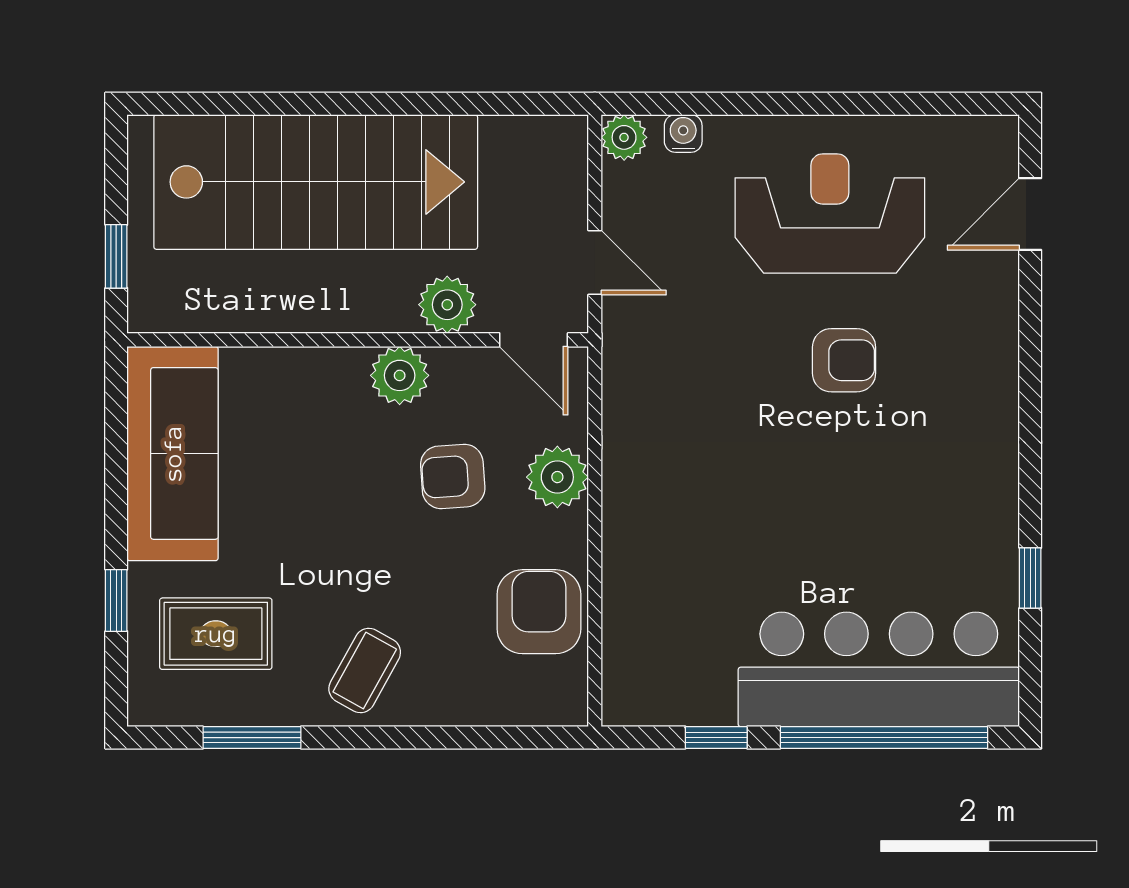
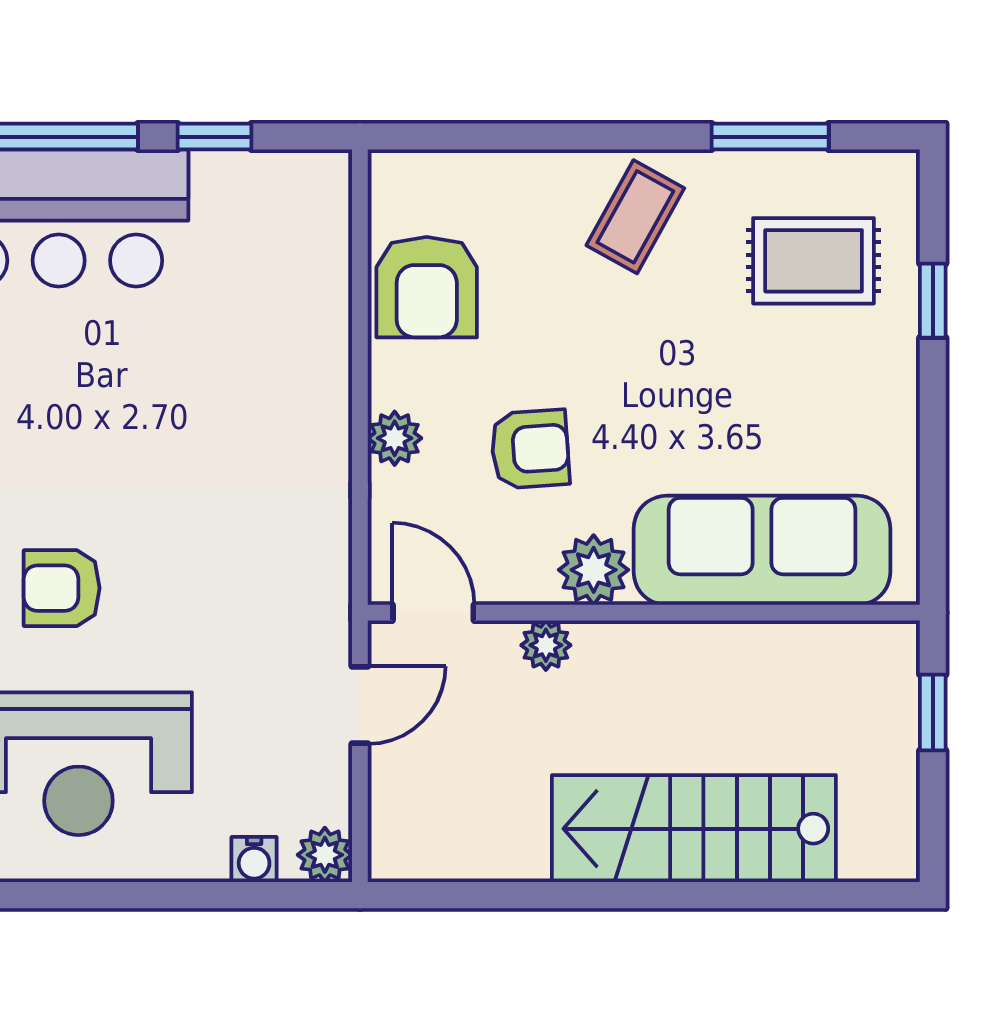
stairs: (316, 182) -> (694, 829), width x0.73, depth x0.66
door: (595, 262) -> (360, 705), swing flipped
plant: (447, 305) -> (546, 645), width x0.73, depth x0.73
sofa: (173, 453) -> (762, 550), moved, turned 90
plant: (557, 477) -> (395, 438), width x0.73, depth x0.73

